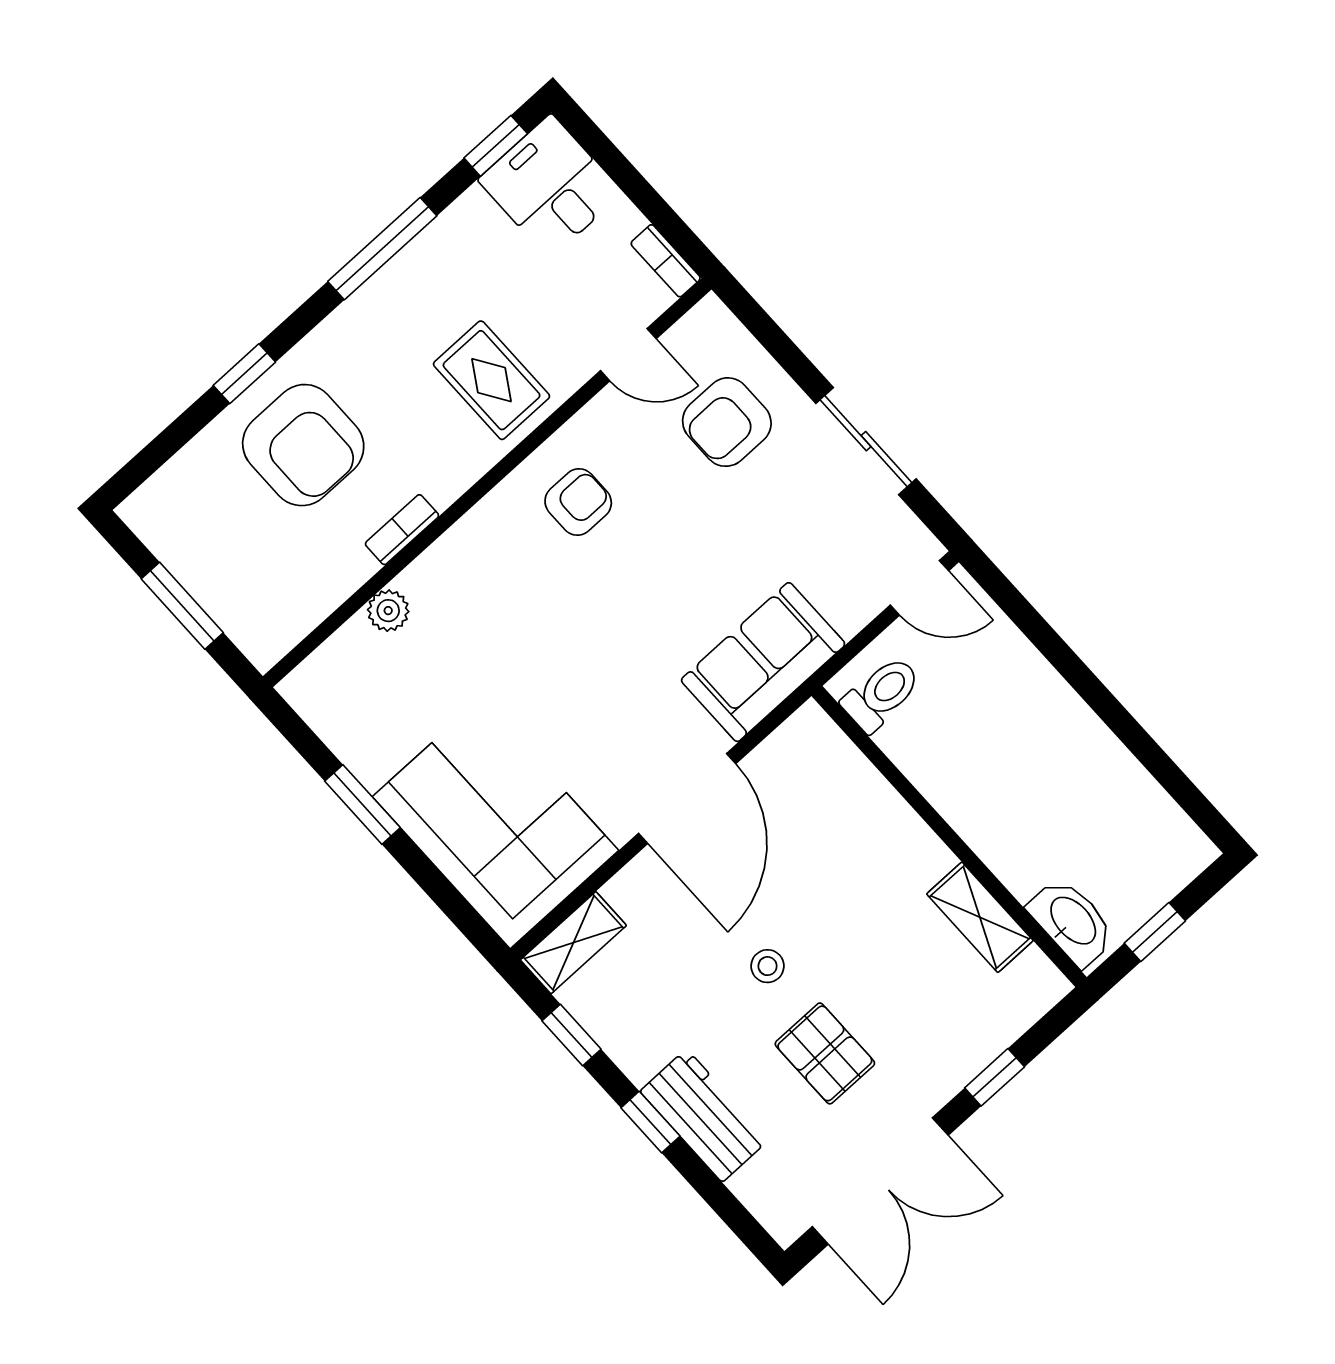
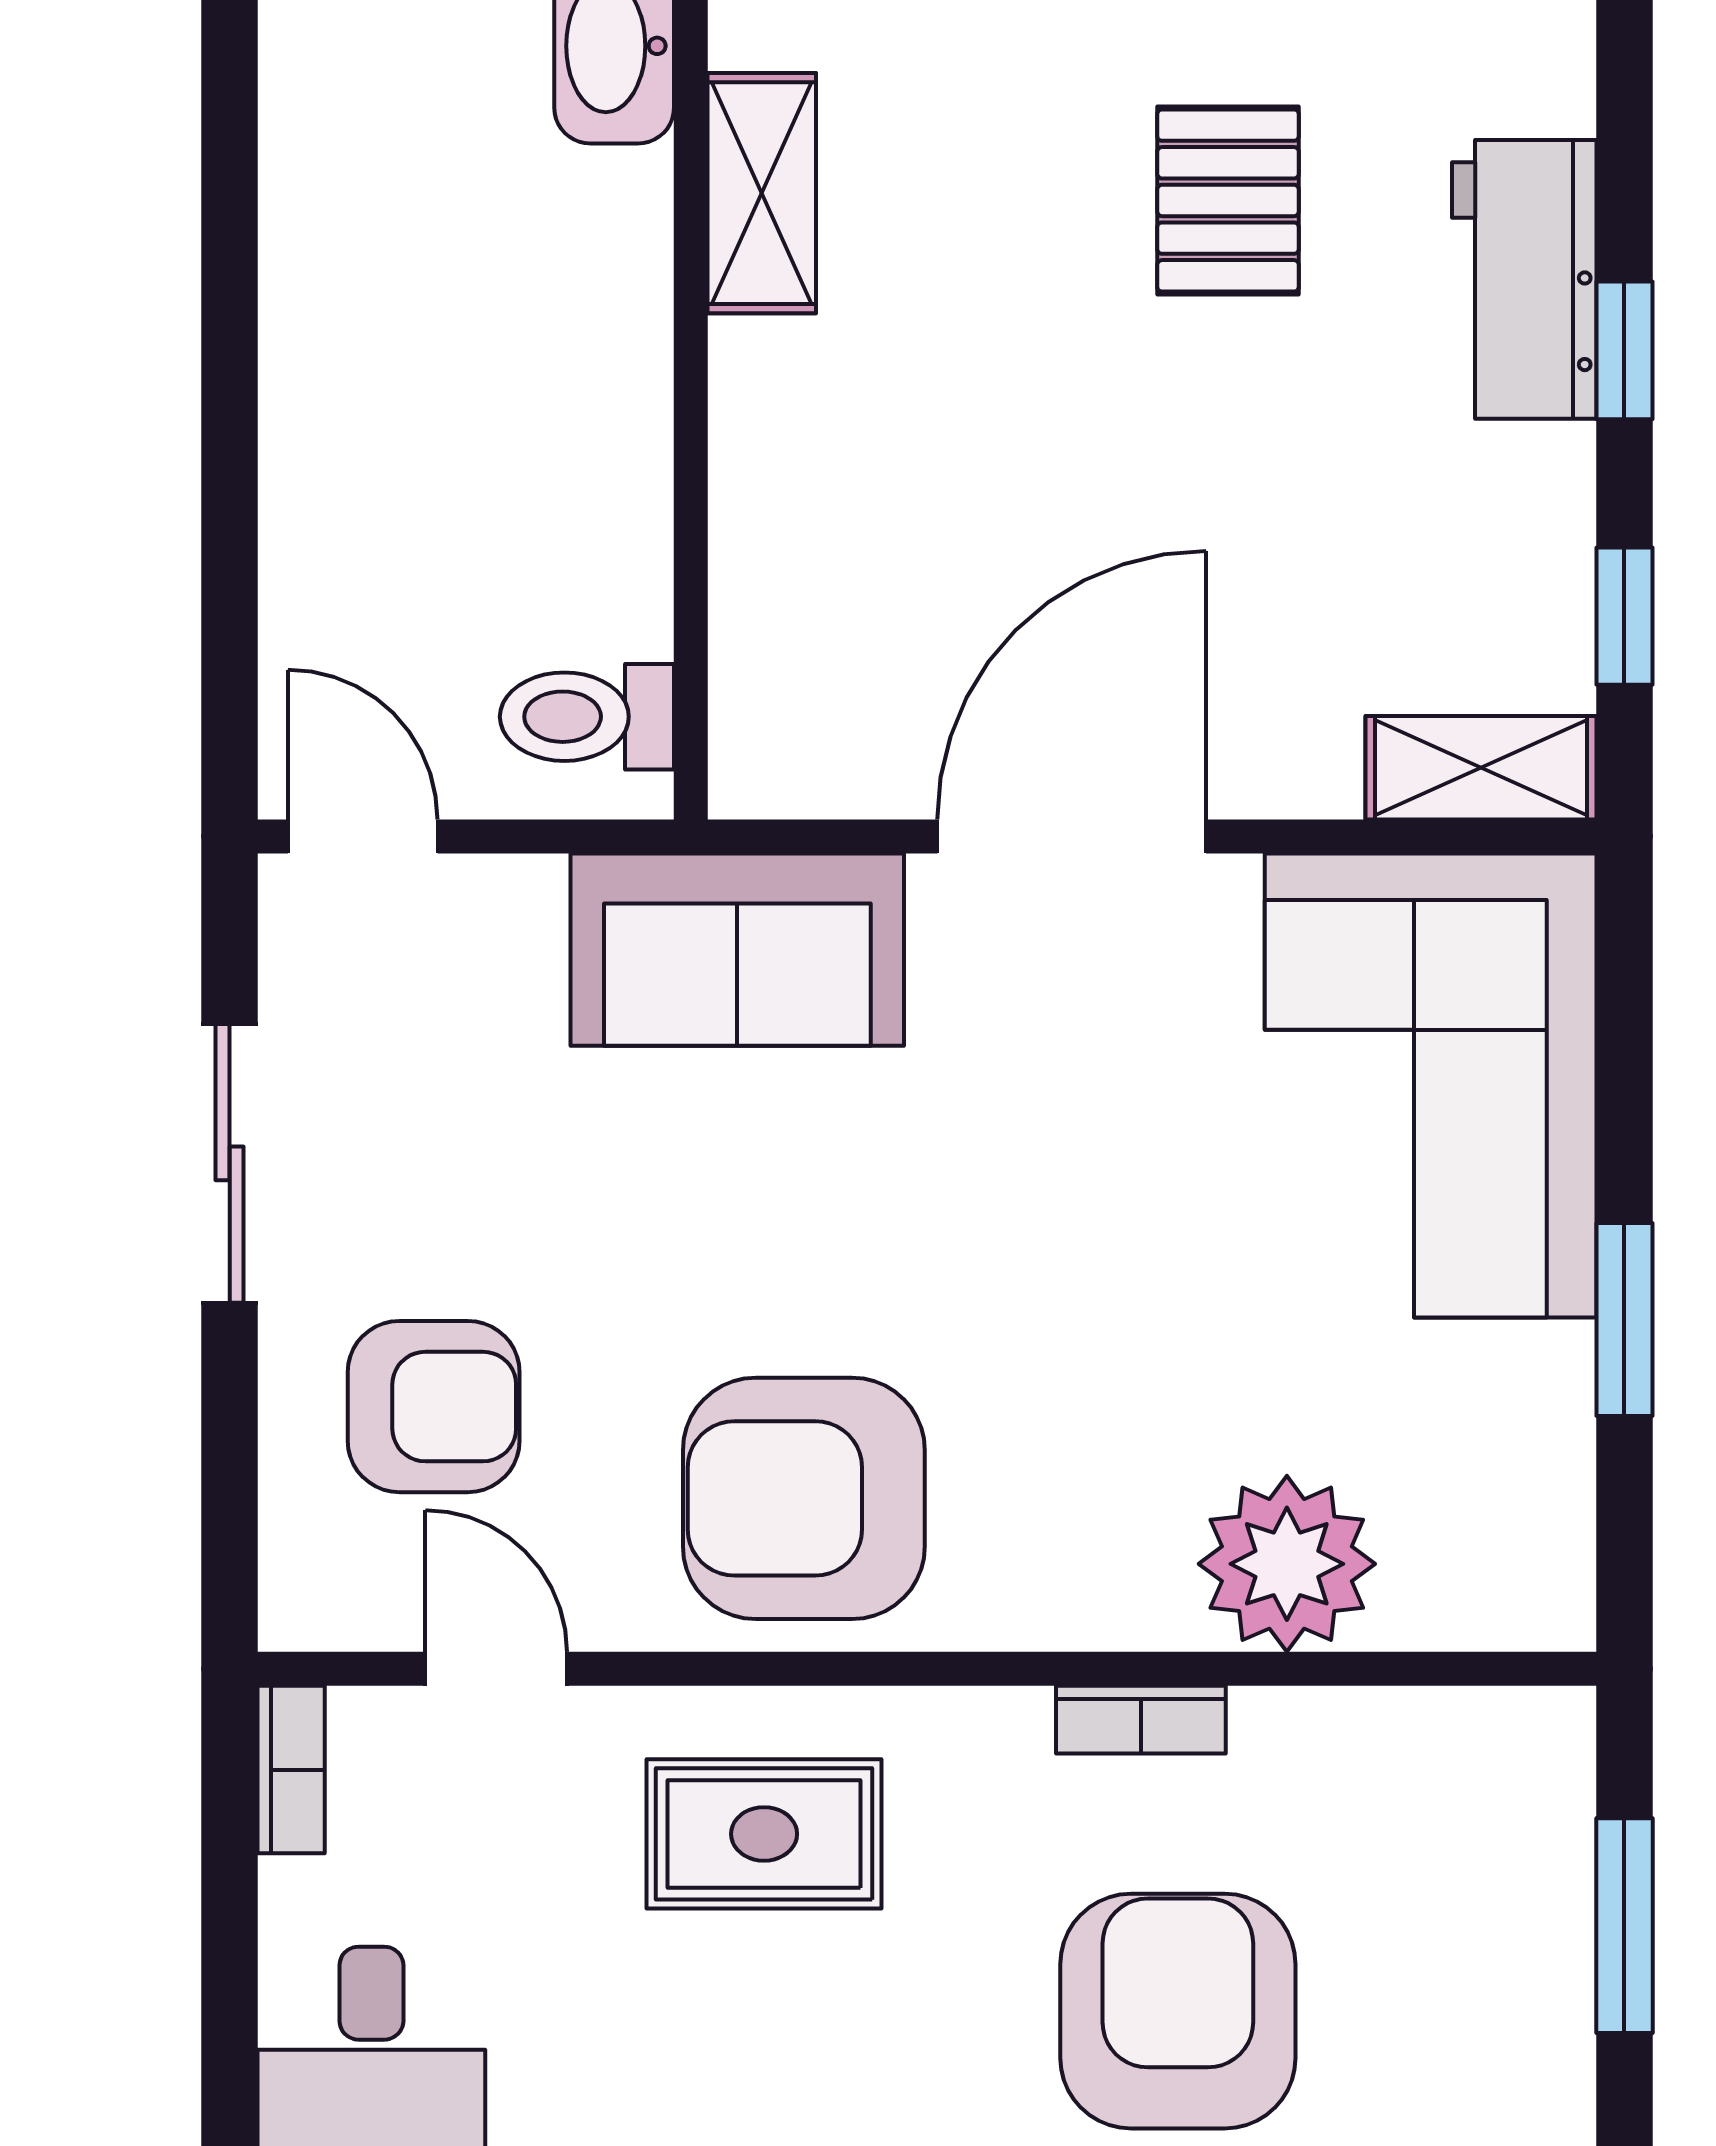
rug: (492, 380) -> (764, 1834), turned 90
armchair: (578, 502) -> (804, 1498), width x1.88, depth x1.88
plant: (388, 611) -> (1287, 1564), width x1.88, depth x1.88
stool: (768, 966) -> (1191, 434), removed

